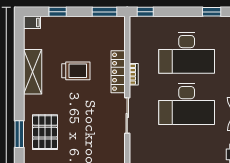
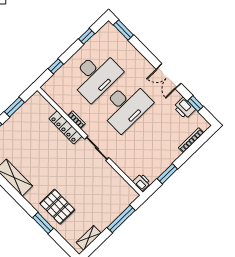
window: (104, 12) -> (14, 107), moved
window: (145, 12) -> (56, 66), moved
trolley: (76, 71) -> (40, 152), removed

